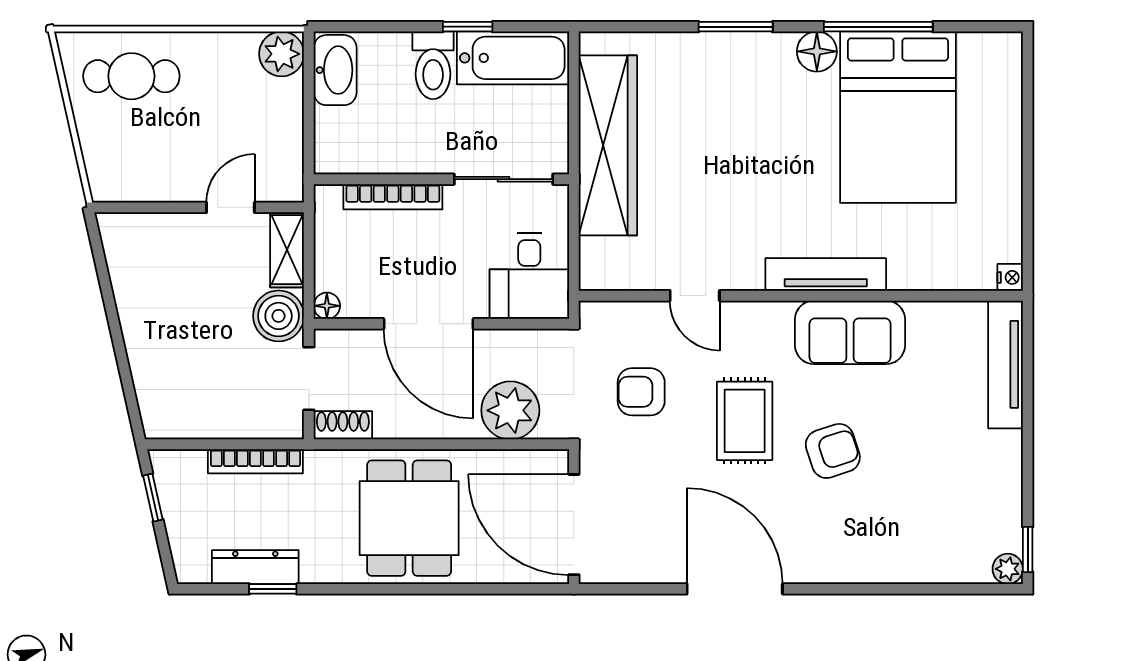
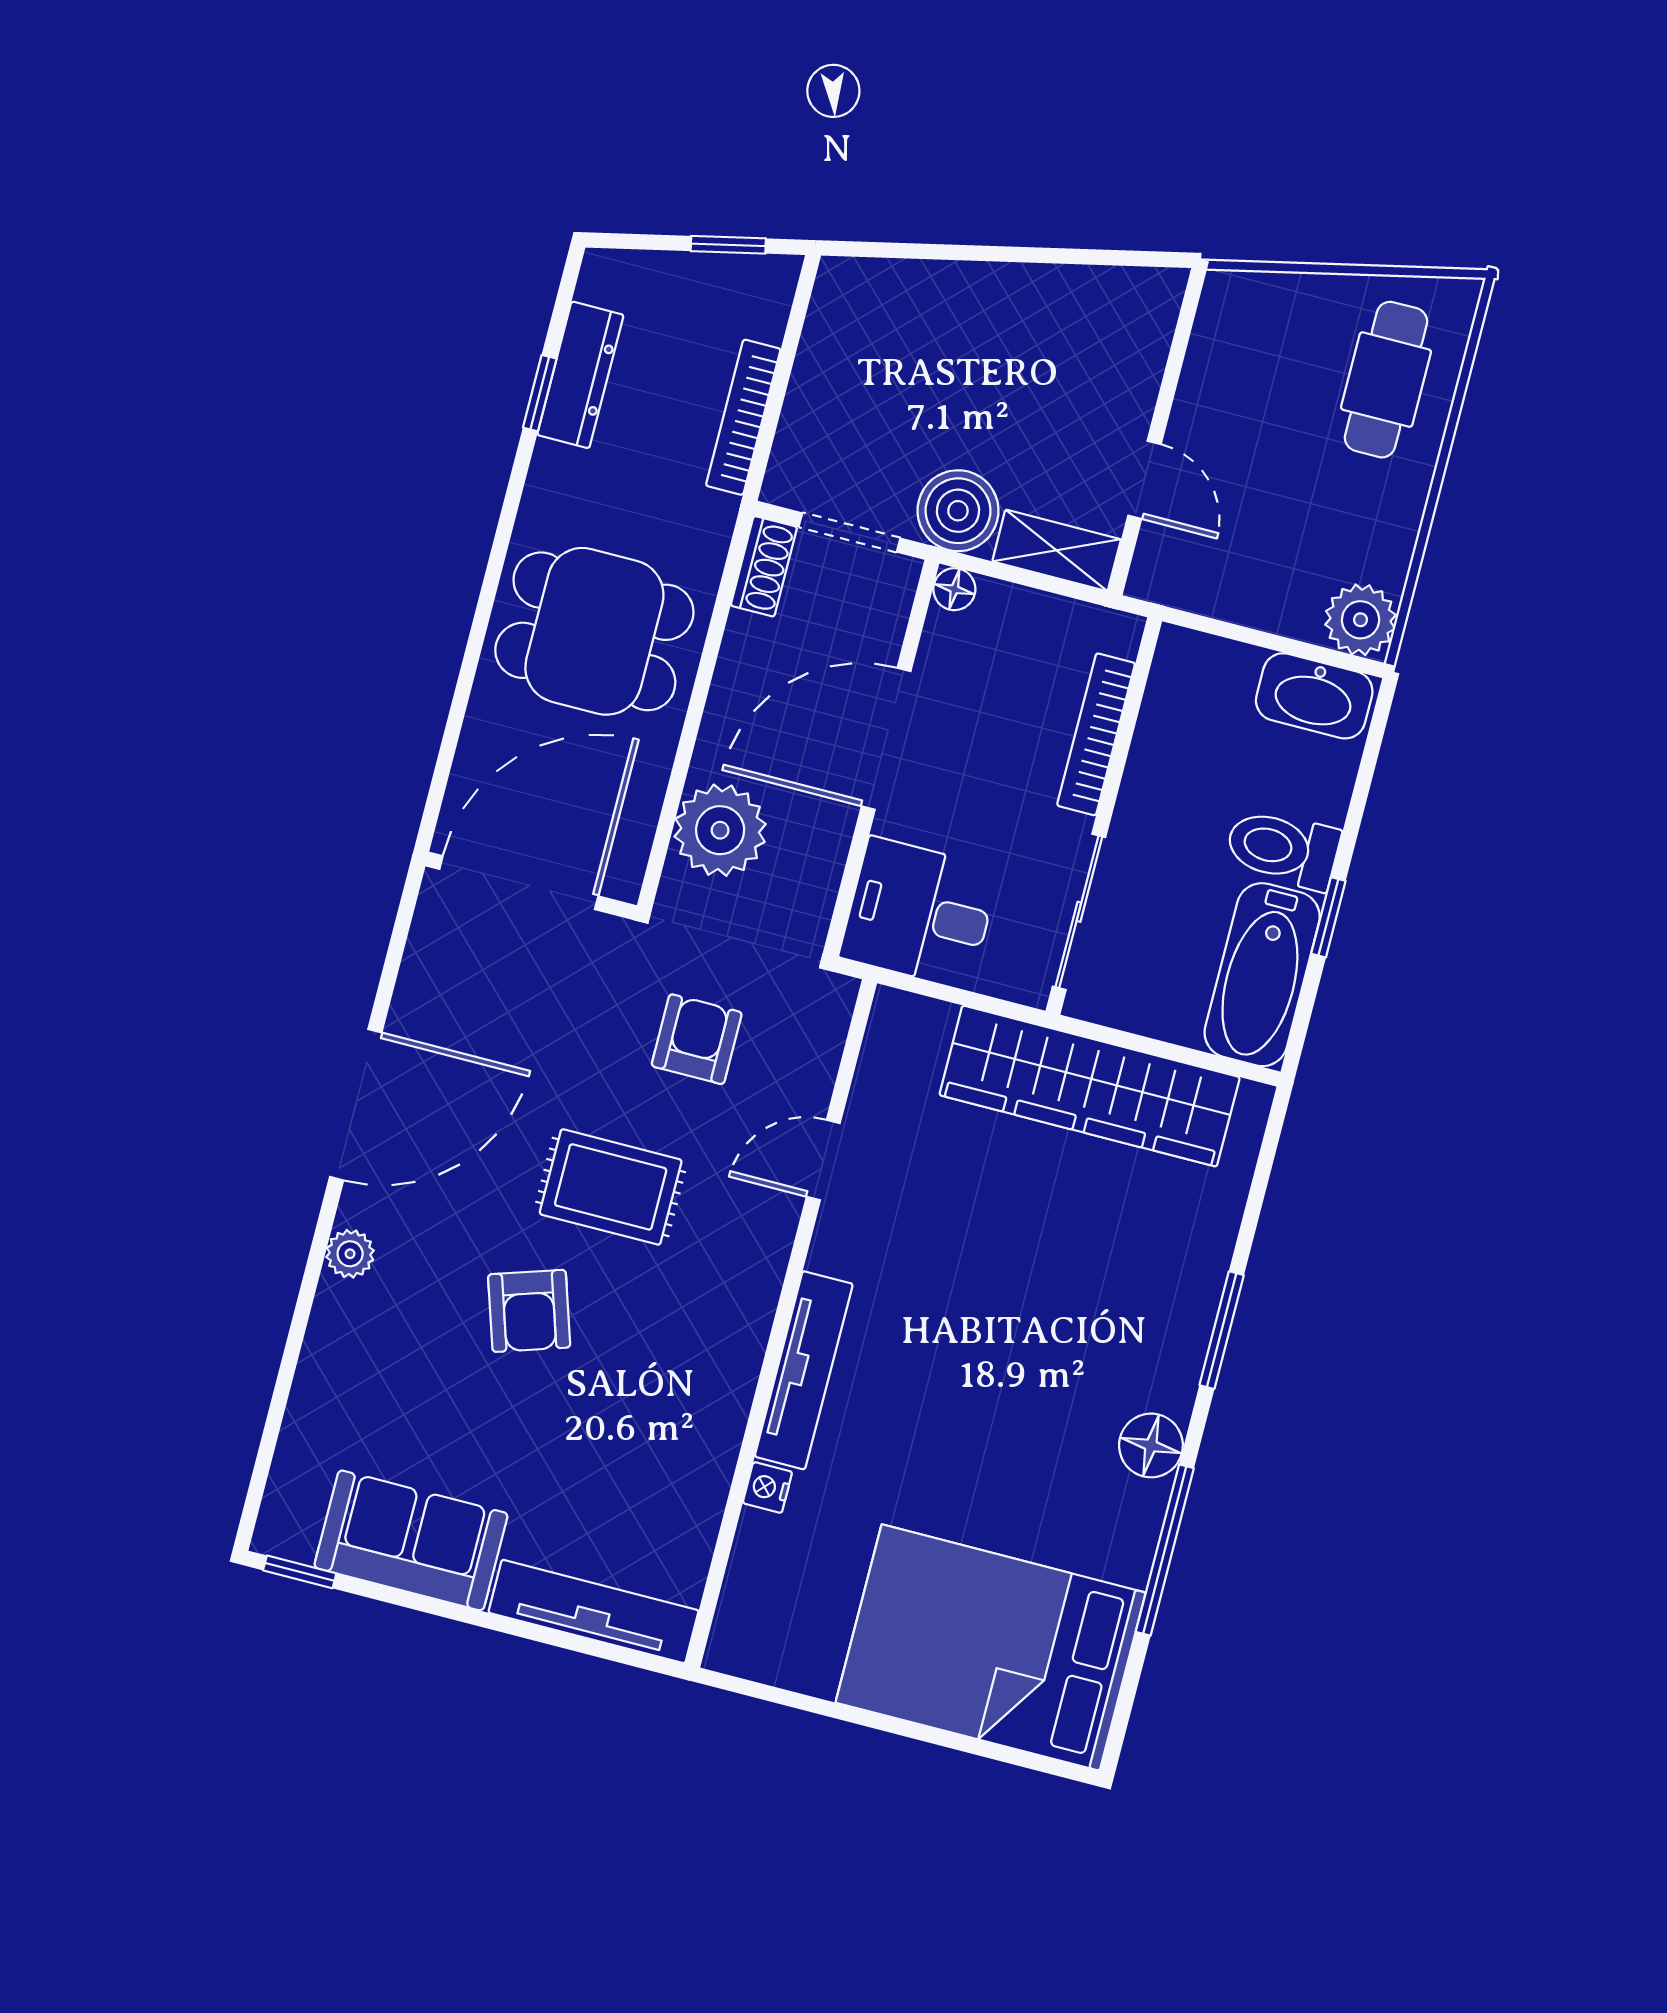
bed: (898, 117) -> (991, 1648), moved
nightstand: (1010, 277) -> (767, 1488), moved, turned 90
sofa: (850, 332) -> (411, 1540), moved, turned 90
plant: (1008, 569) -> (350, 1254), moved

